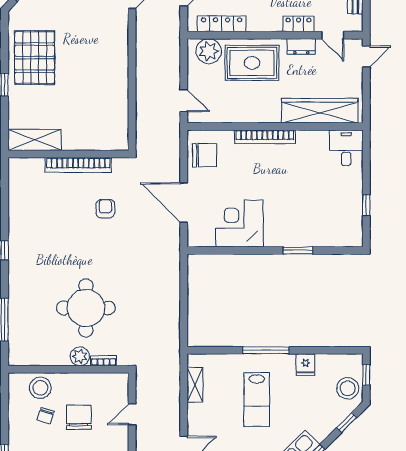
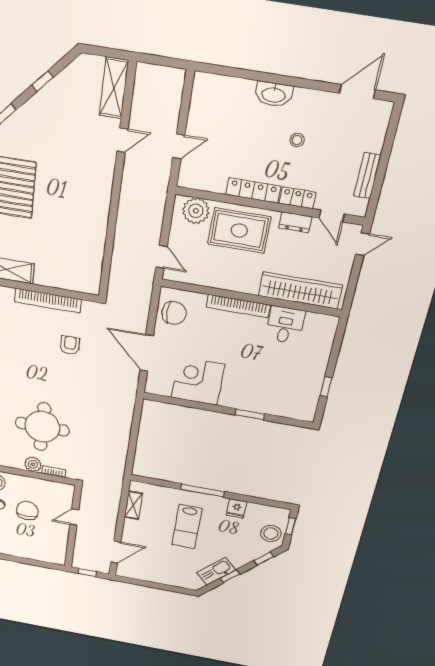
locker: (222, 24) -> (253, 190), moved
desk: (346, 148) -> (285, 325), moved

